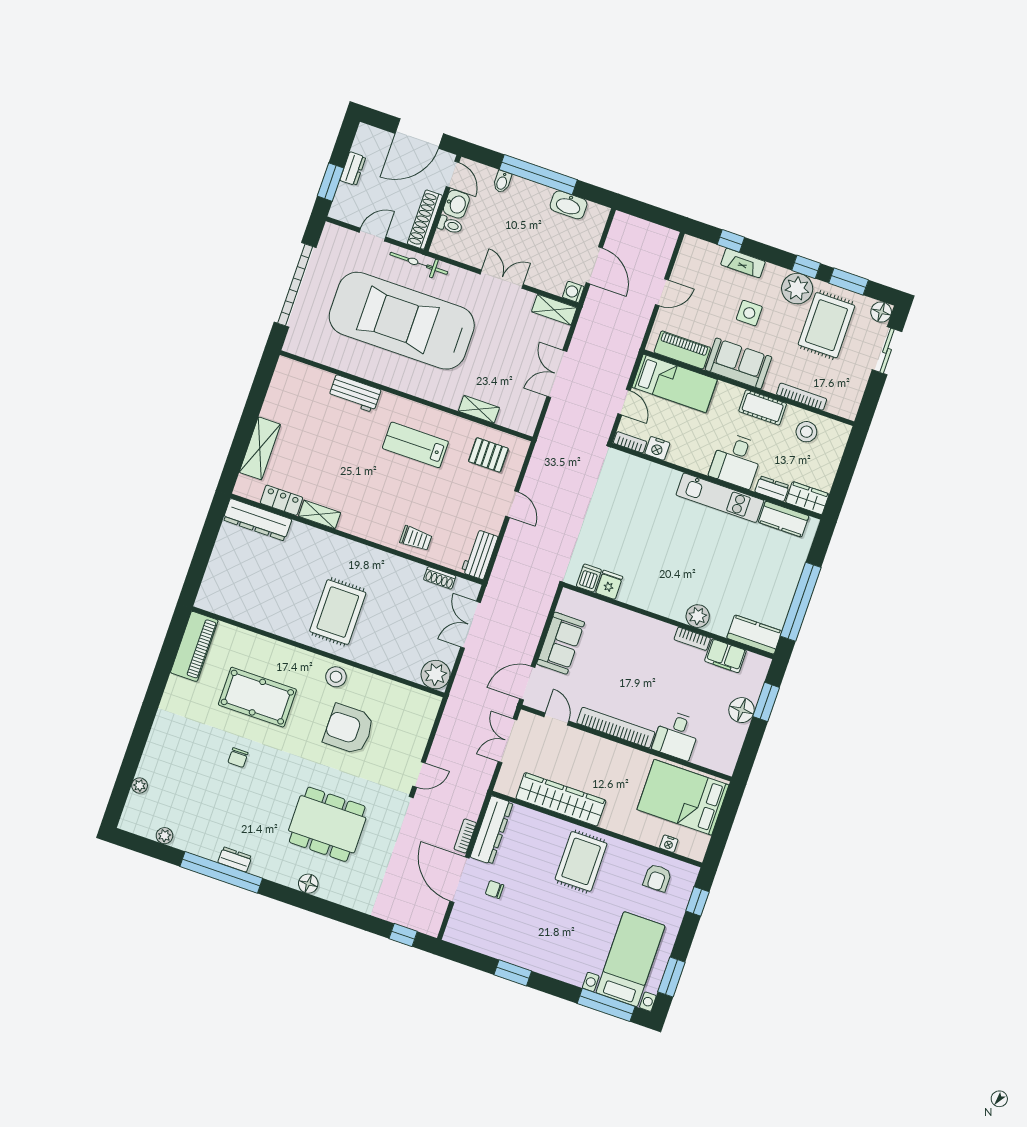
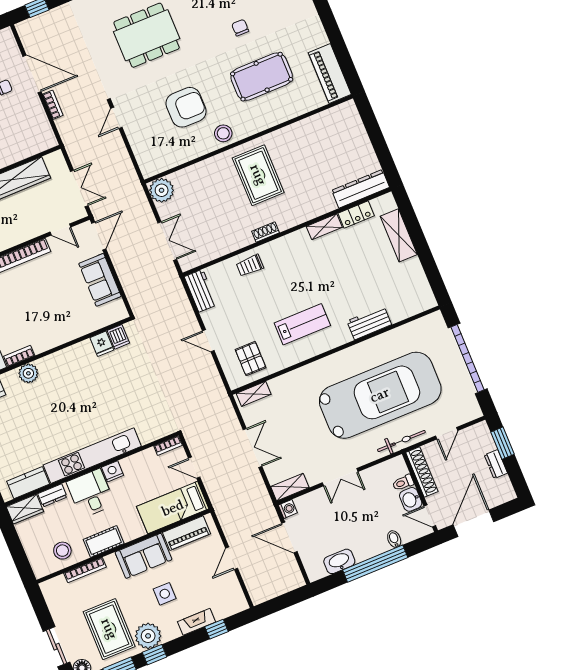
shelving: (479, 409) -> (254, 394), moved
nightstand: (657, 448) -> (113, 471), moved
pallet: (488, 455) -> (251, 359), turned 90
kitchen unit: (720, 498) -> (92, 456), width x1.36
shoe rack: (440, 578) -> (265, 232), moved
dresser: (492, 830) -> (39, 123), removed

